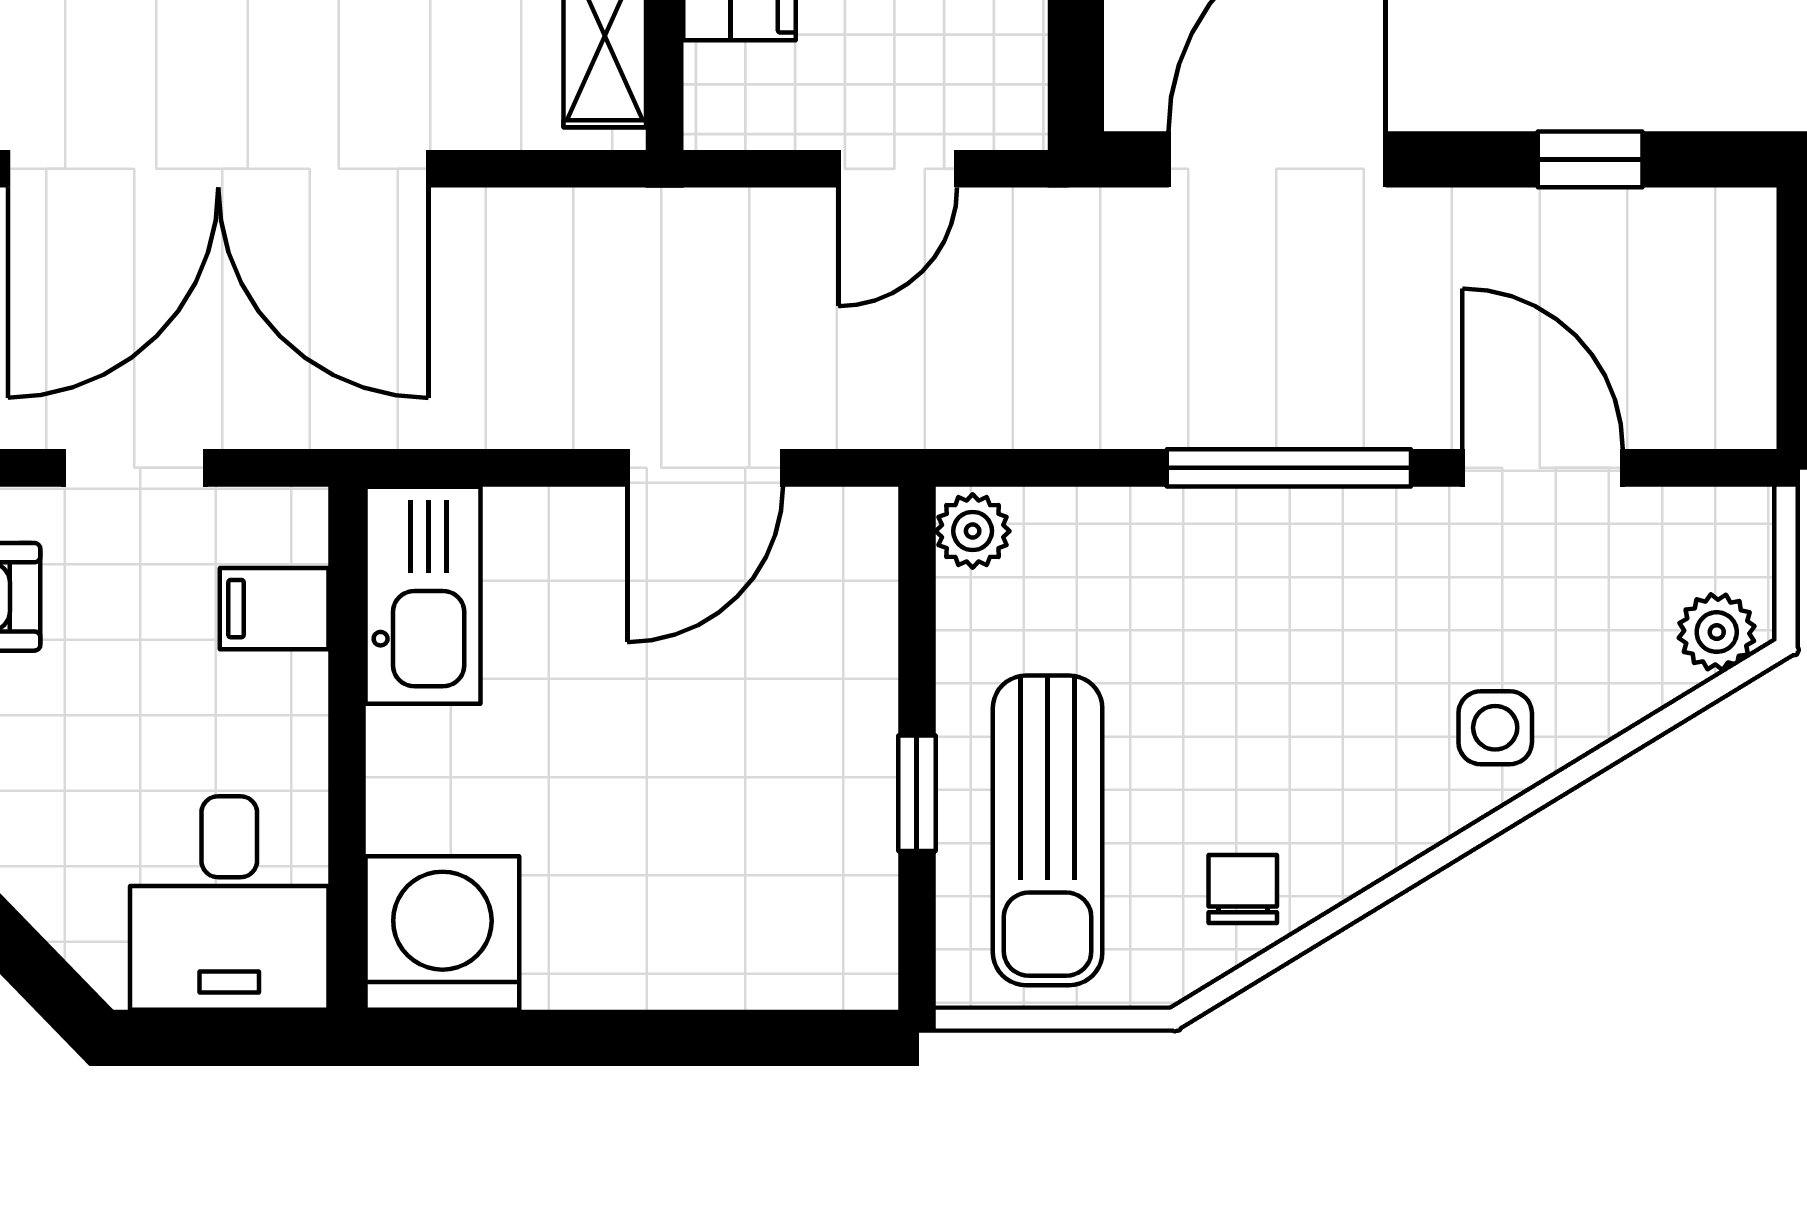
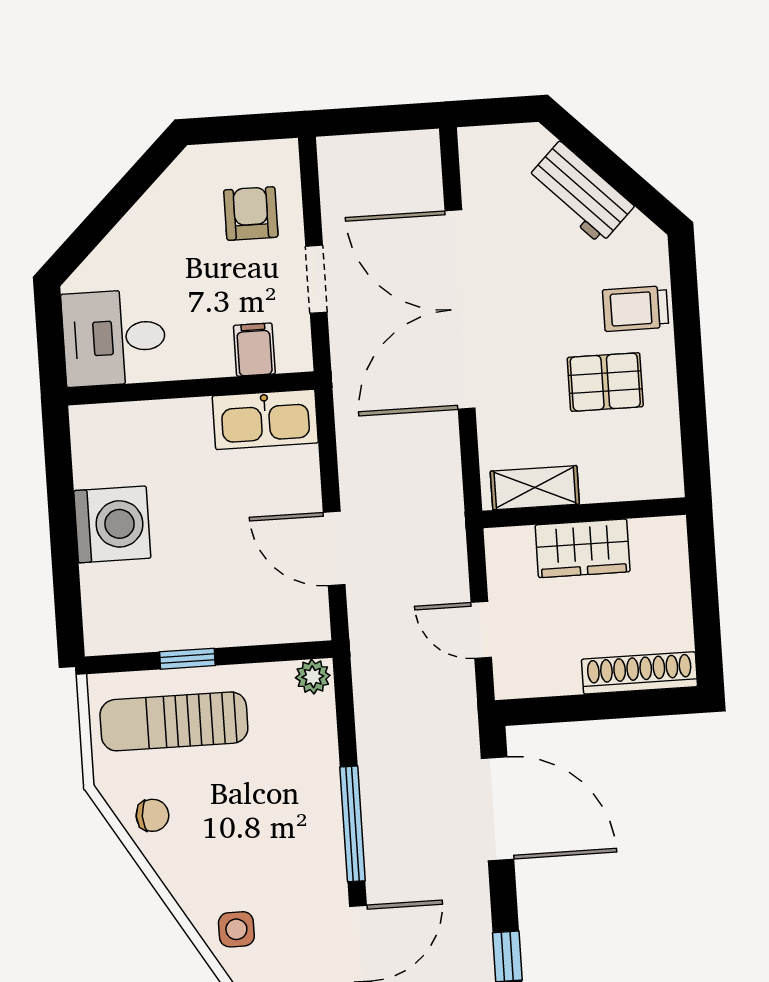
washing machine: (442, 933) -> (112, 524), moved

